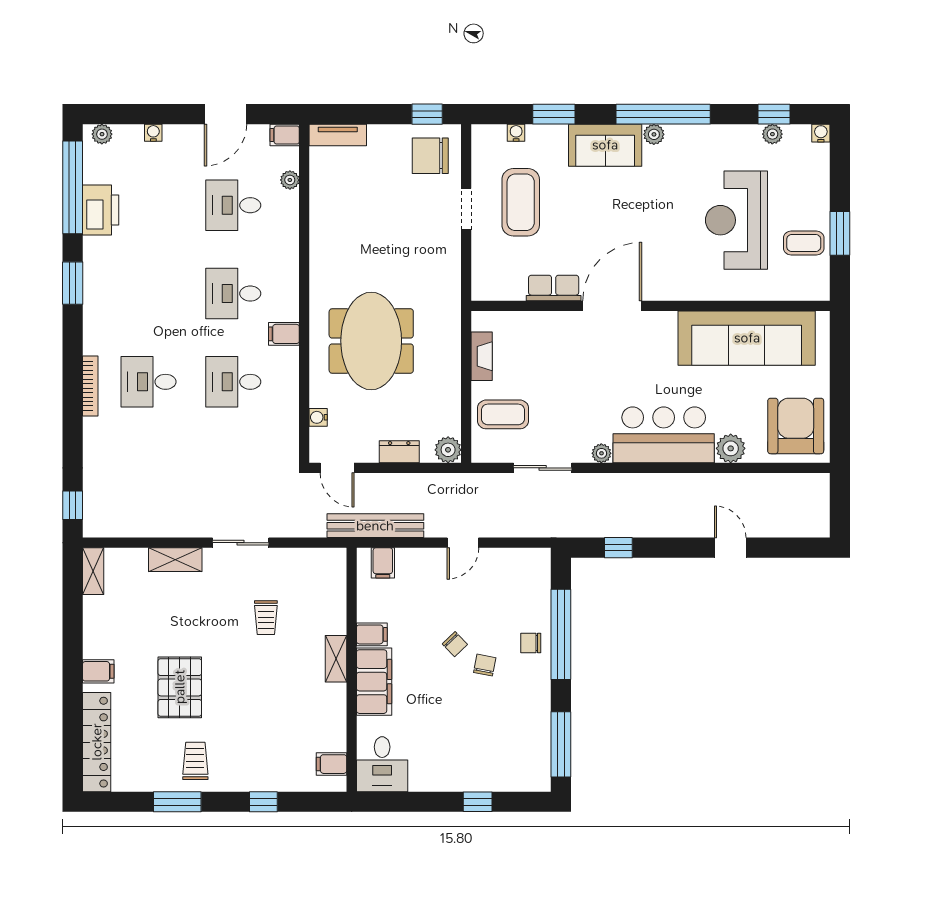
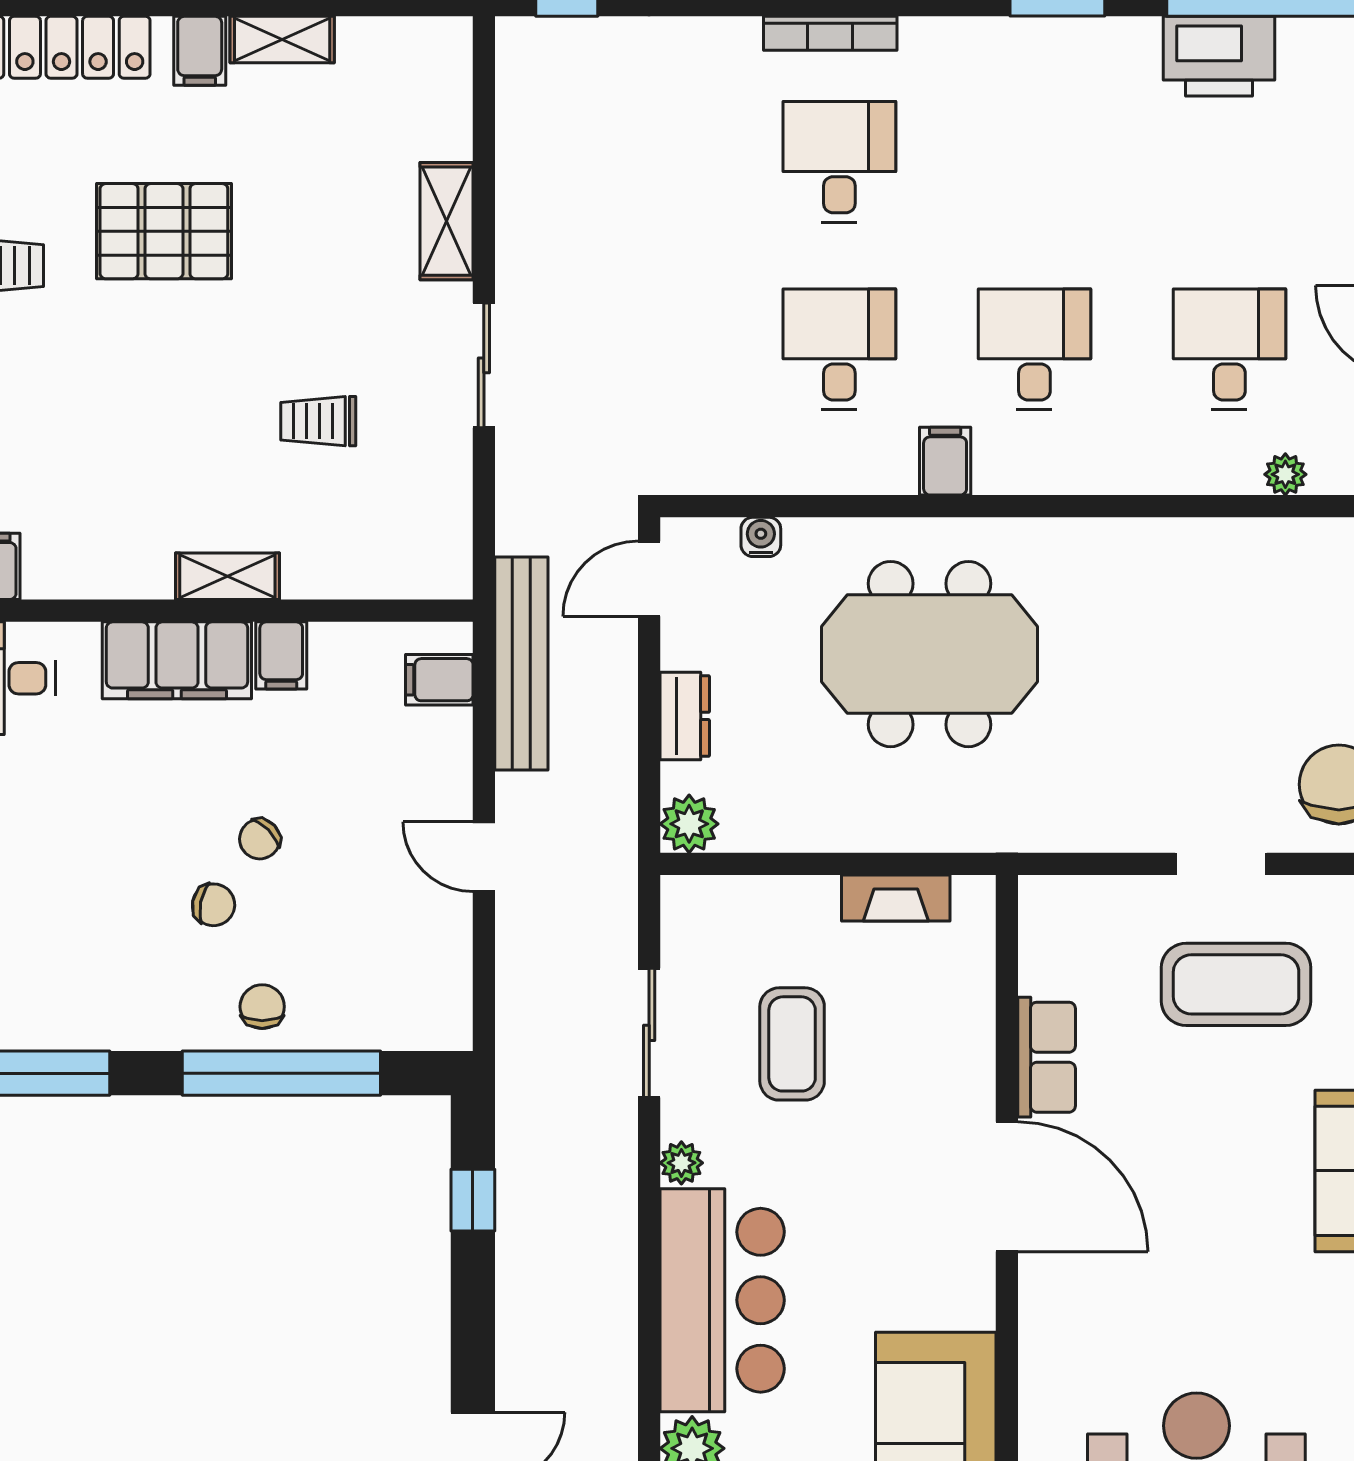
coffee table: (503, 414) -> (792, 1044), moved
shelving: (93, 571) -> (282, 40), moved

